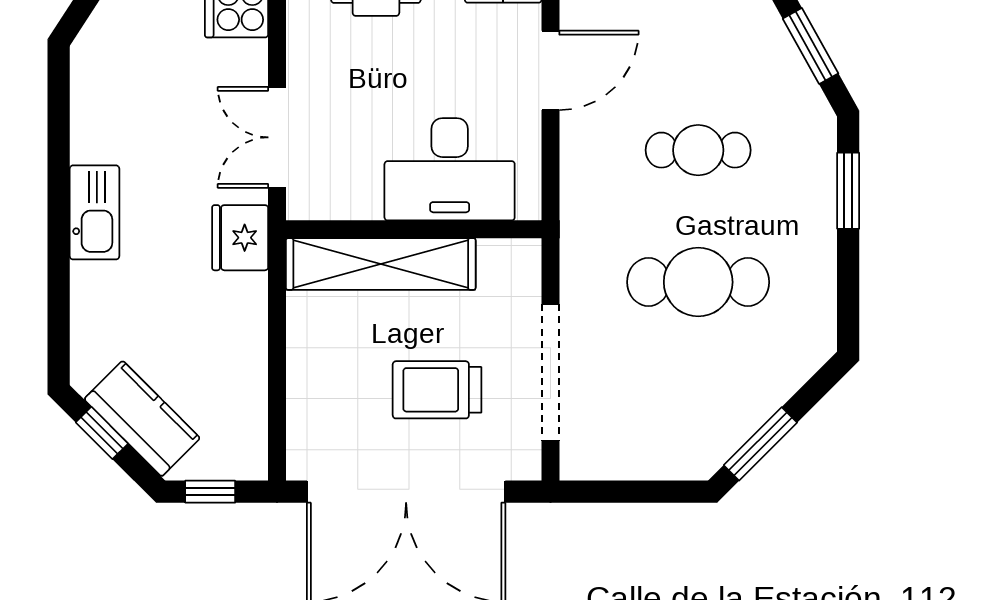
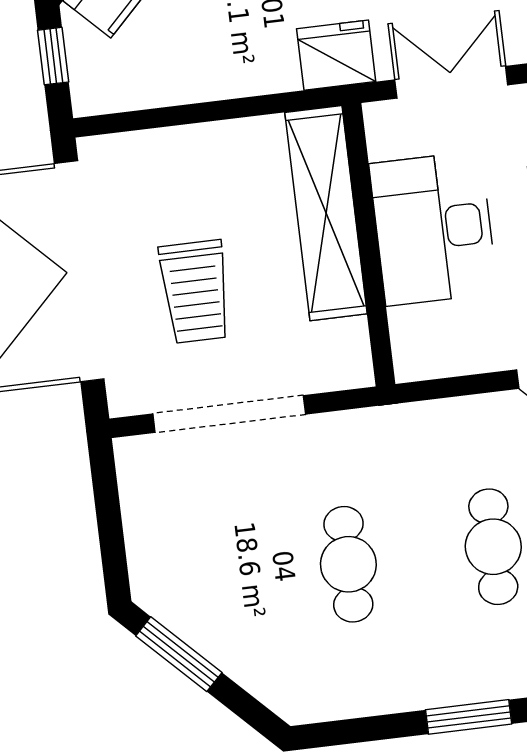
desk: (450, 169) -> (433, 228), moved
cafe table: (698, 282) -> (348, 564), width x0.73, depth x0.74
trolley: (437, 390) -> (195, 292), turned 180

